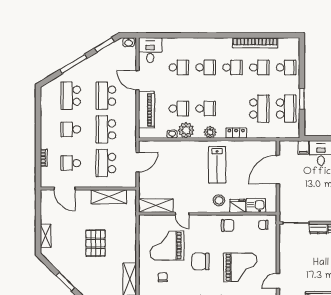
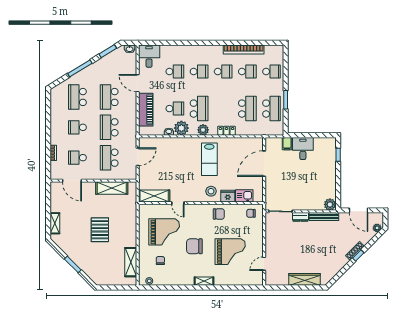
school desk: (206, 109) -> (199, 109), width x1.85
grand piano: (167, 246) -> (164, 232), turned 180

